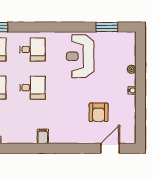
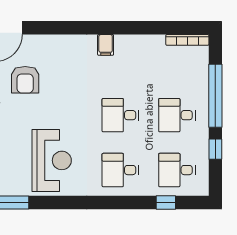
armchair: (99, 112) -> (25, 80), turned 180

